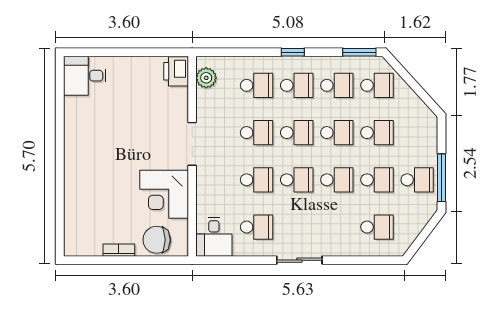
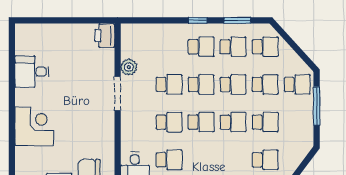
window: (359, 52) -> (237, 20), moved
desk: (85, 76) -> (32, 72), moved
plant: (206, 78) -> (129, 67), moved
school desk: (257, 85) -> (169, 47), removed
window: (441, 178) -> (317, 106), moved
school desk: (417, 180) -> (297, 84), moved
corner desk: (164, 194) -> (34, 126), moved, turned 180

